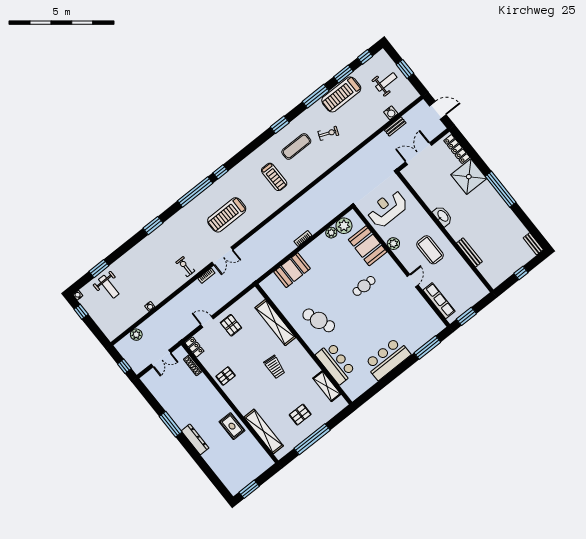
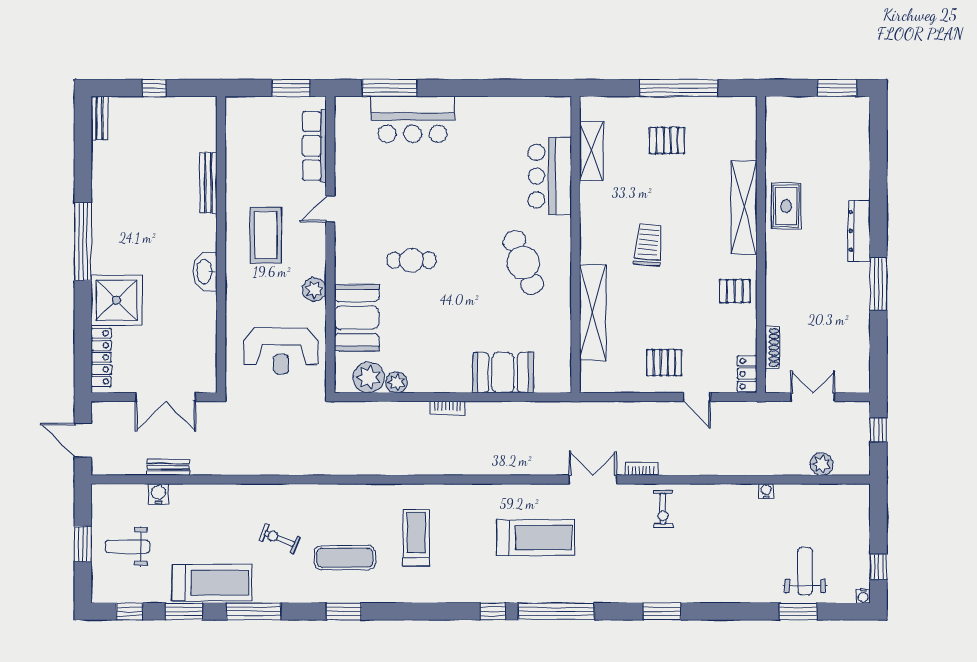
pallet: (231, 325) -> (664, 363), turned 90
bar counter: (387, 359) -> (413, 119), moved
shelving: (264, 431) -> (744, 207), moved

